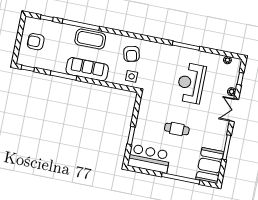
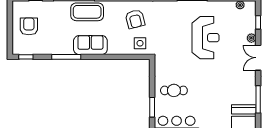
armchair: (36, 42) -> (29, 26), turned 90
sofa: (87, 69) -> (90, 45), width x0.73
reception desk: (191, 83) -> (206, 38), turned 180
cafe table: (177, 129) -> (174, 90), moved

